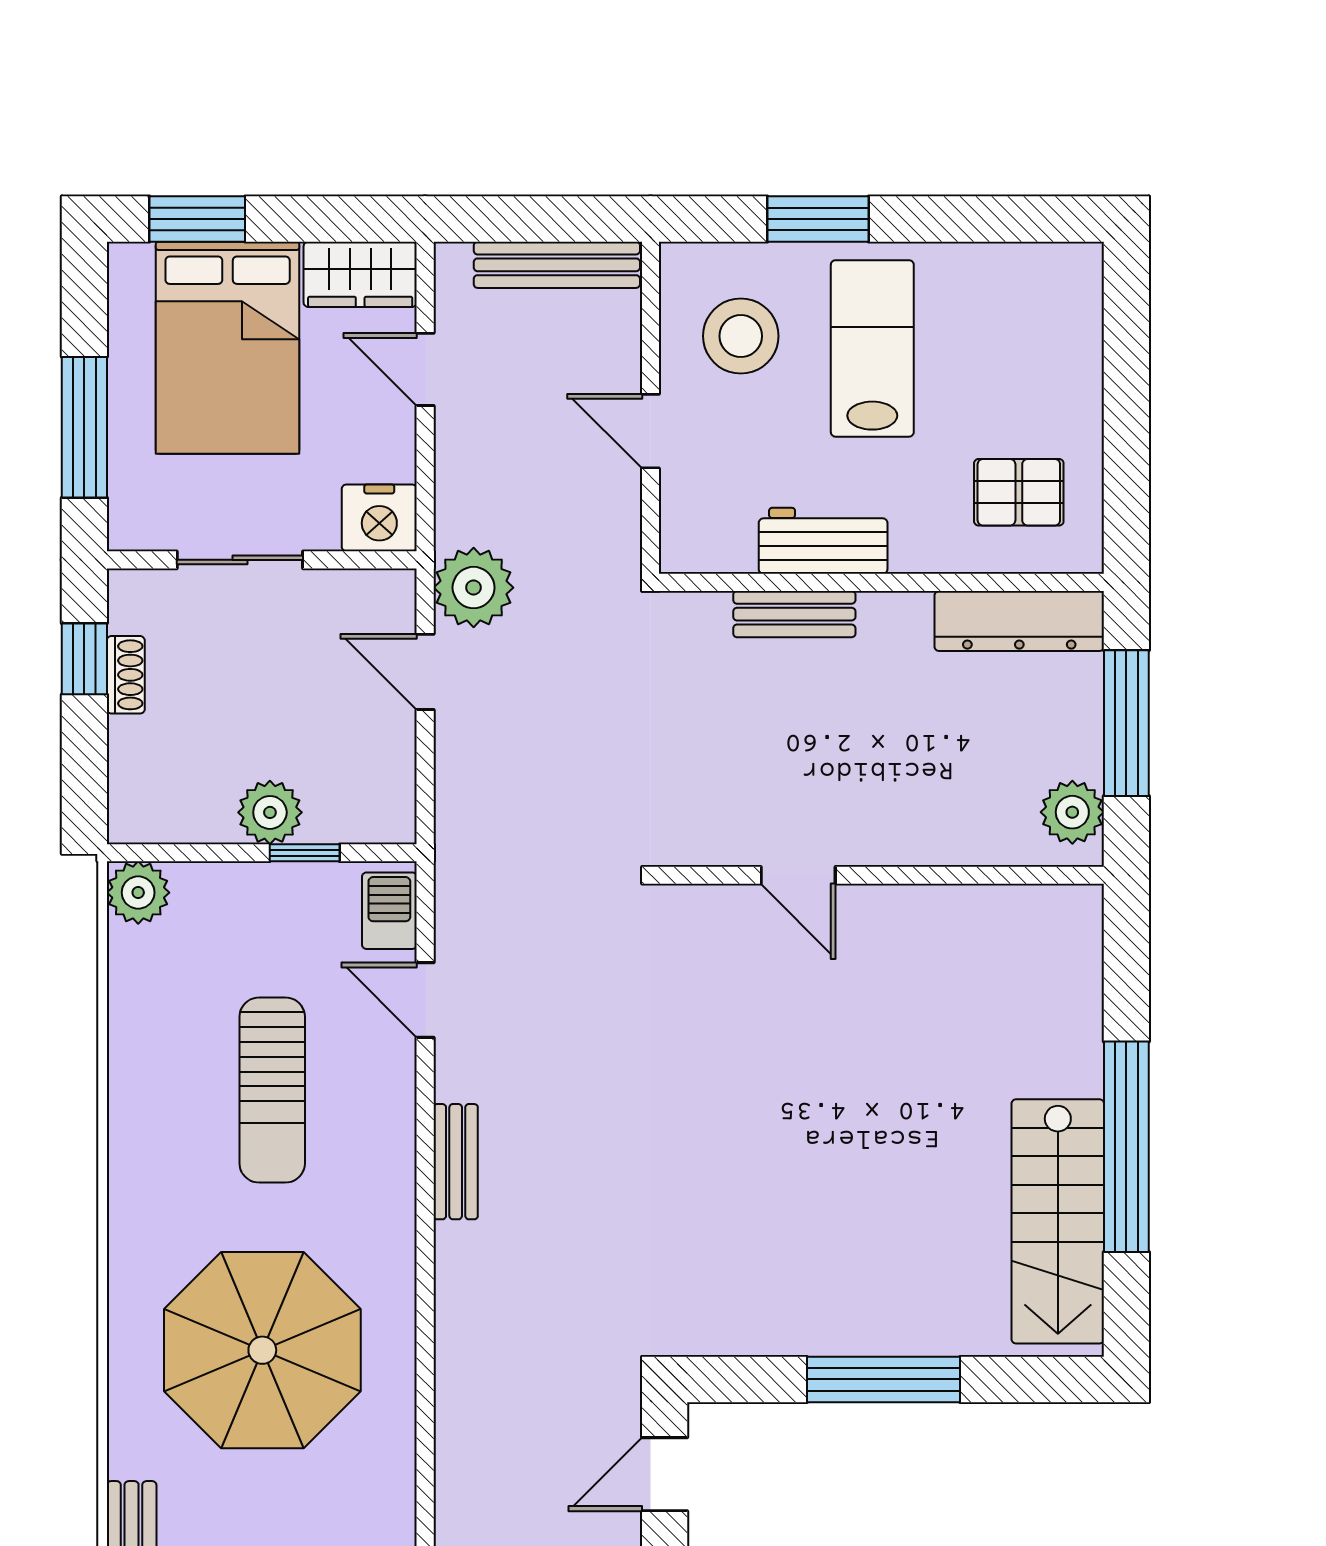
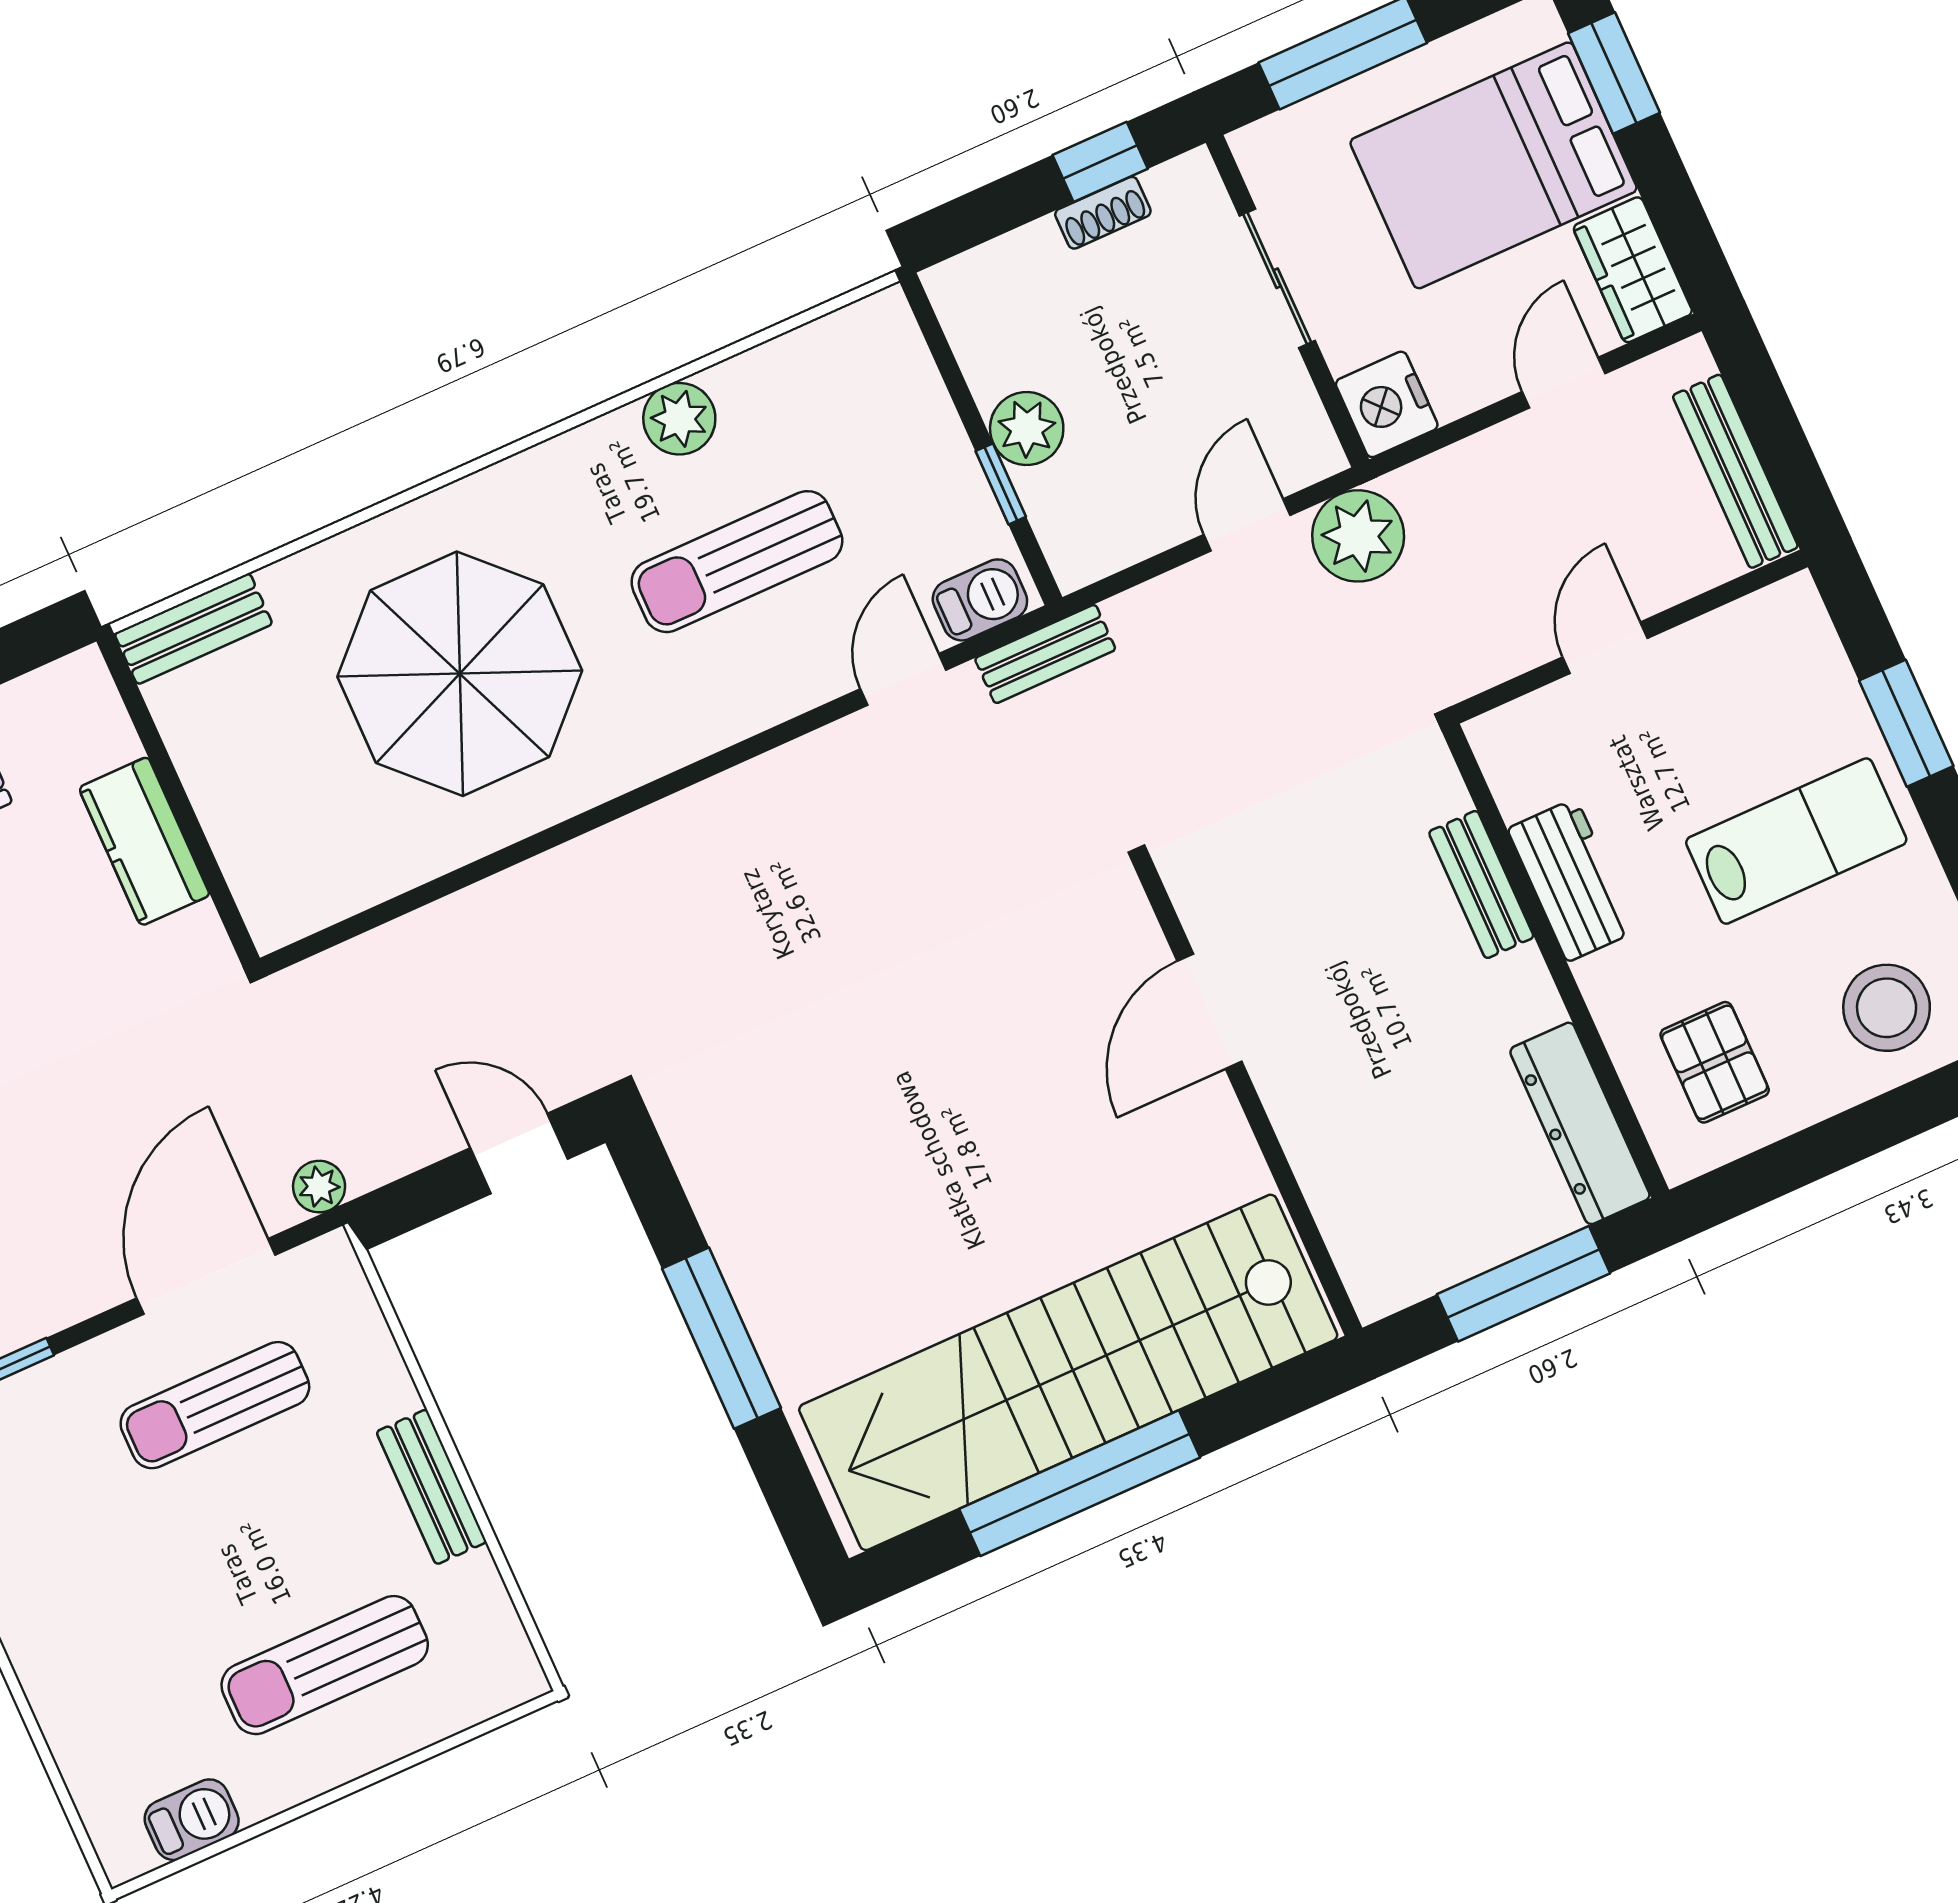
stool: (741, 336) -> (1887, 1008), moved
plant: (1072, 812) -> (1405, 1269), removed
door: (798, 875) -> (1209, 1011), width x1.37
plant: (138, 893) -> (679, 419), moved
bench: (456, 1162) -> (1045, 654), moved
stairs: (1058, 1221) -> (1068, 1372), width x1.86, depth x1.51

